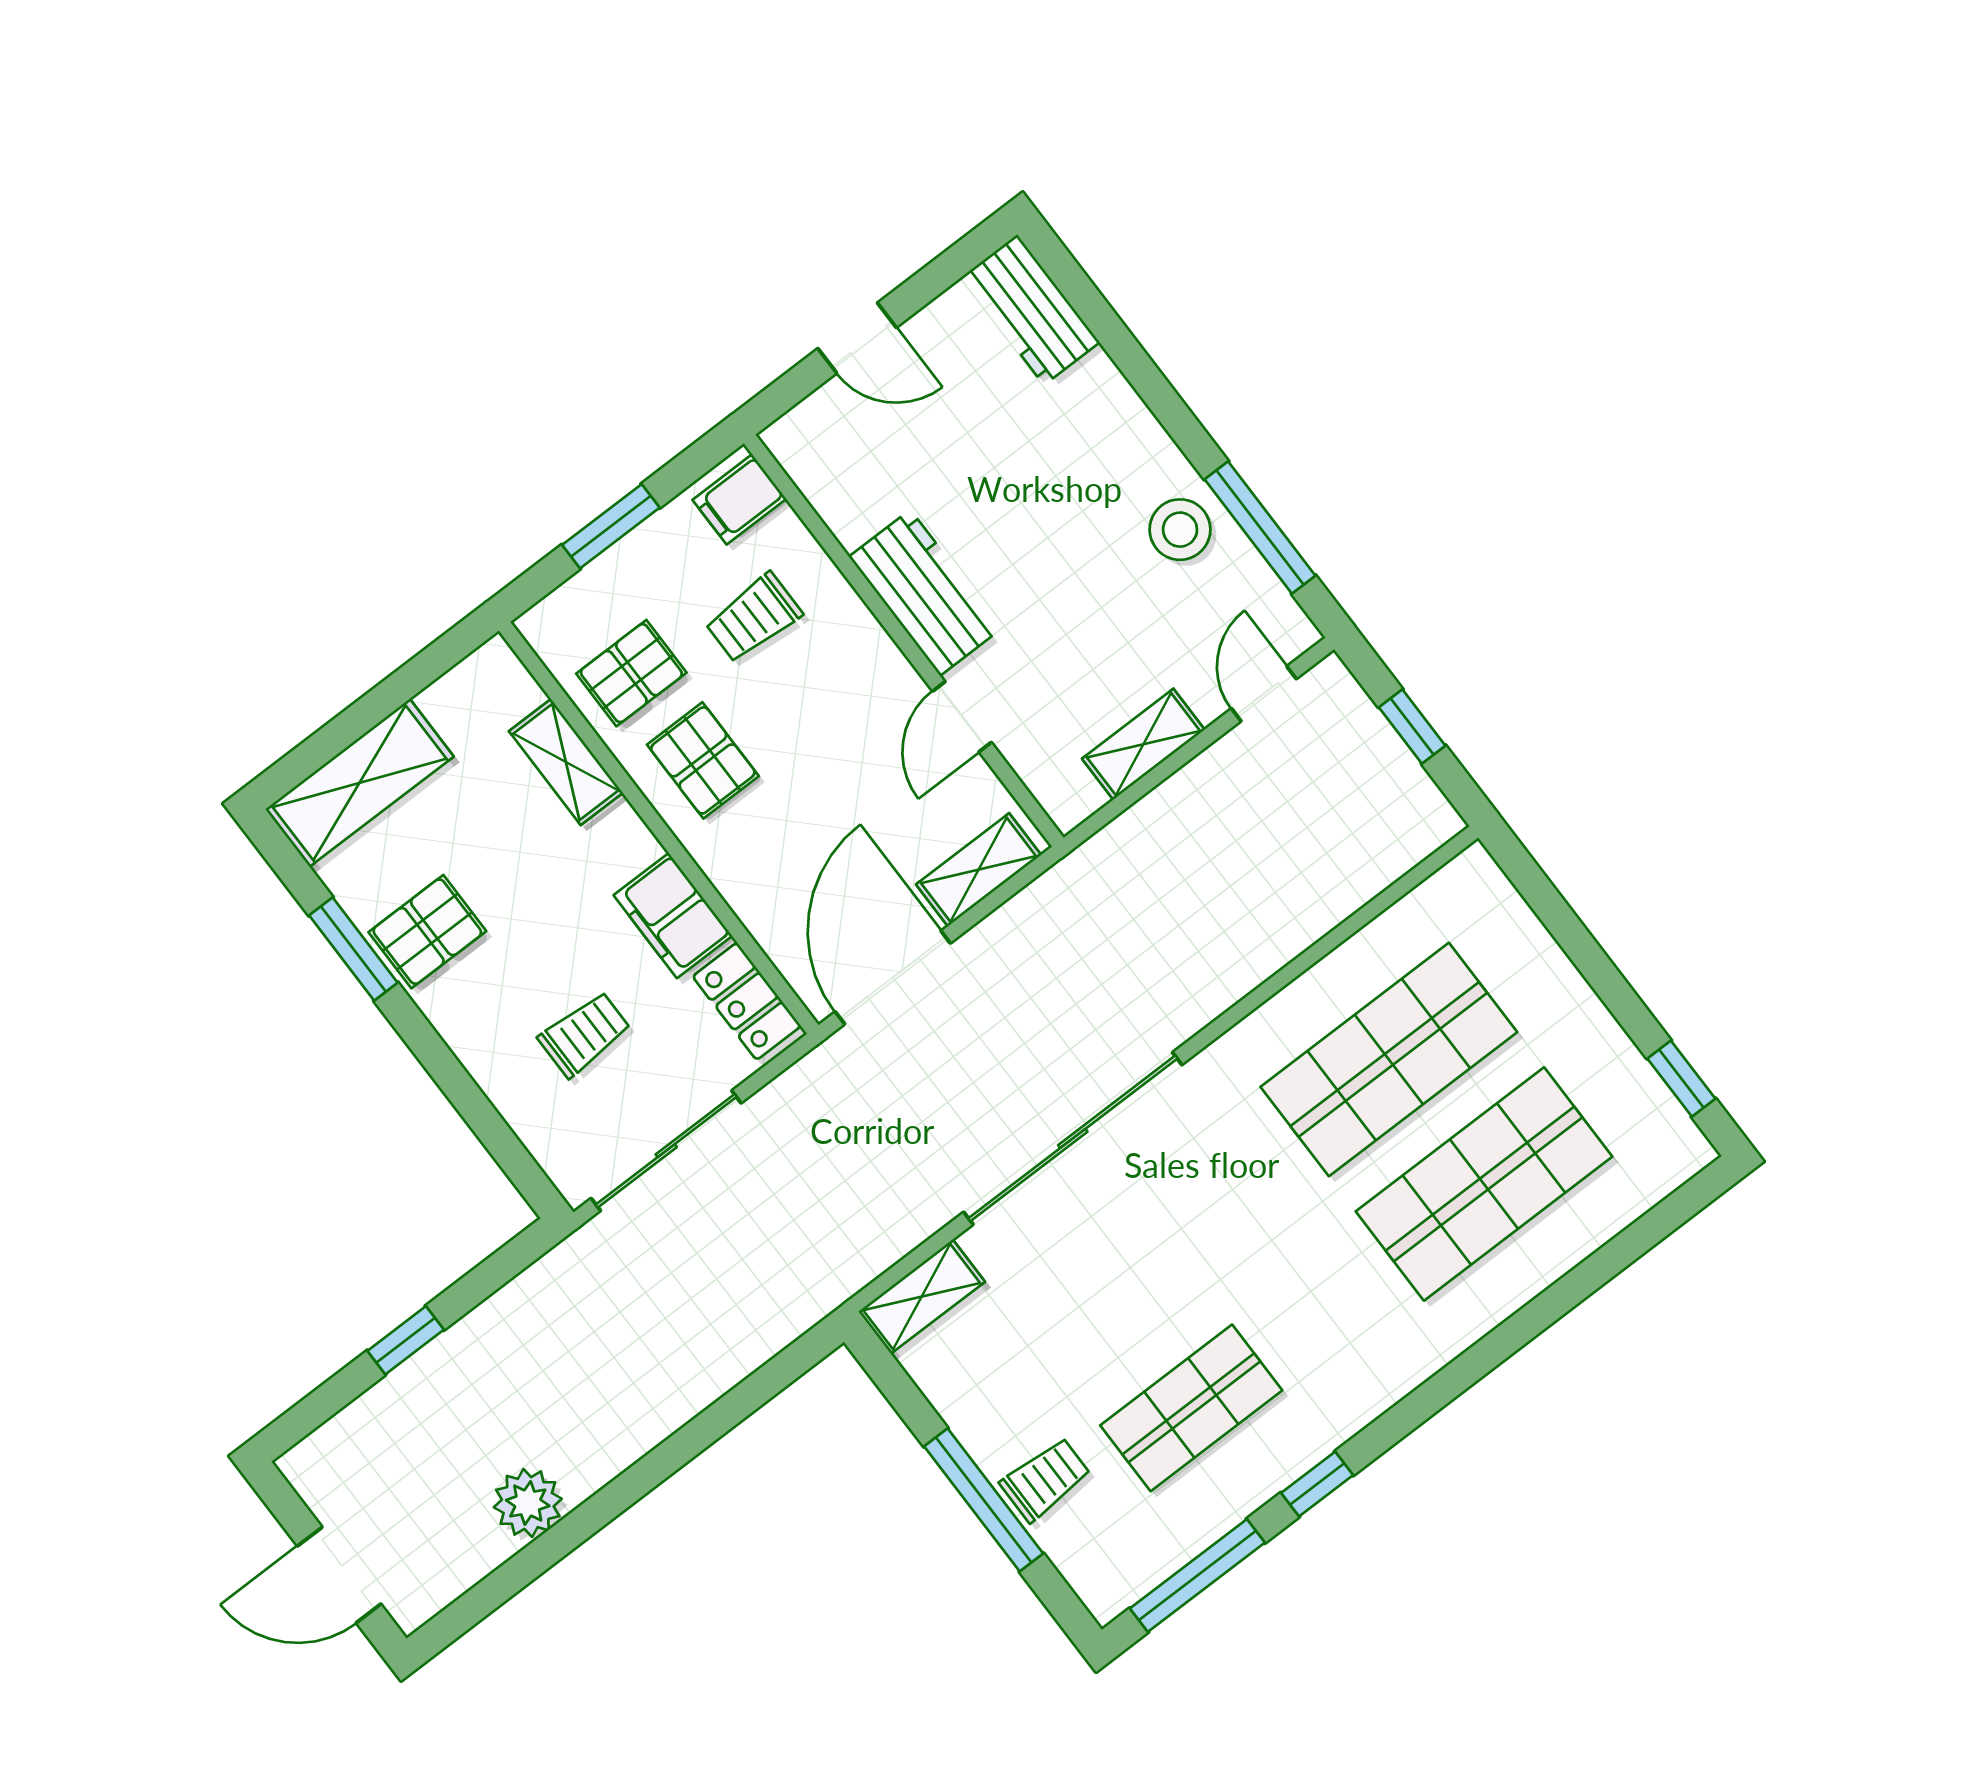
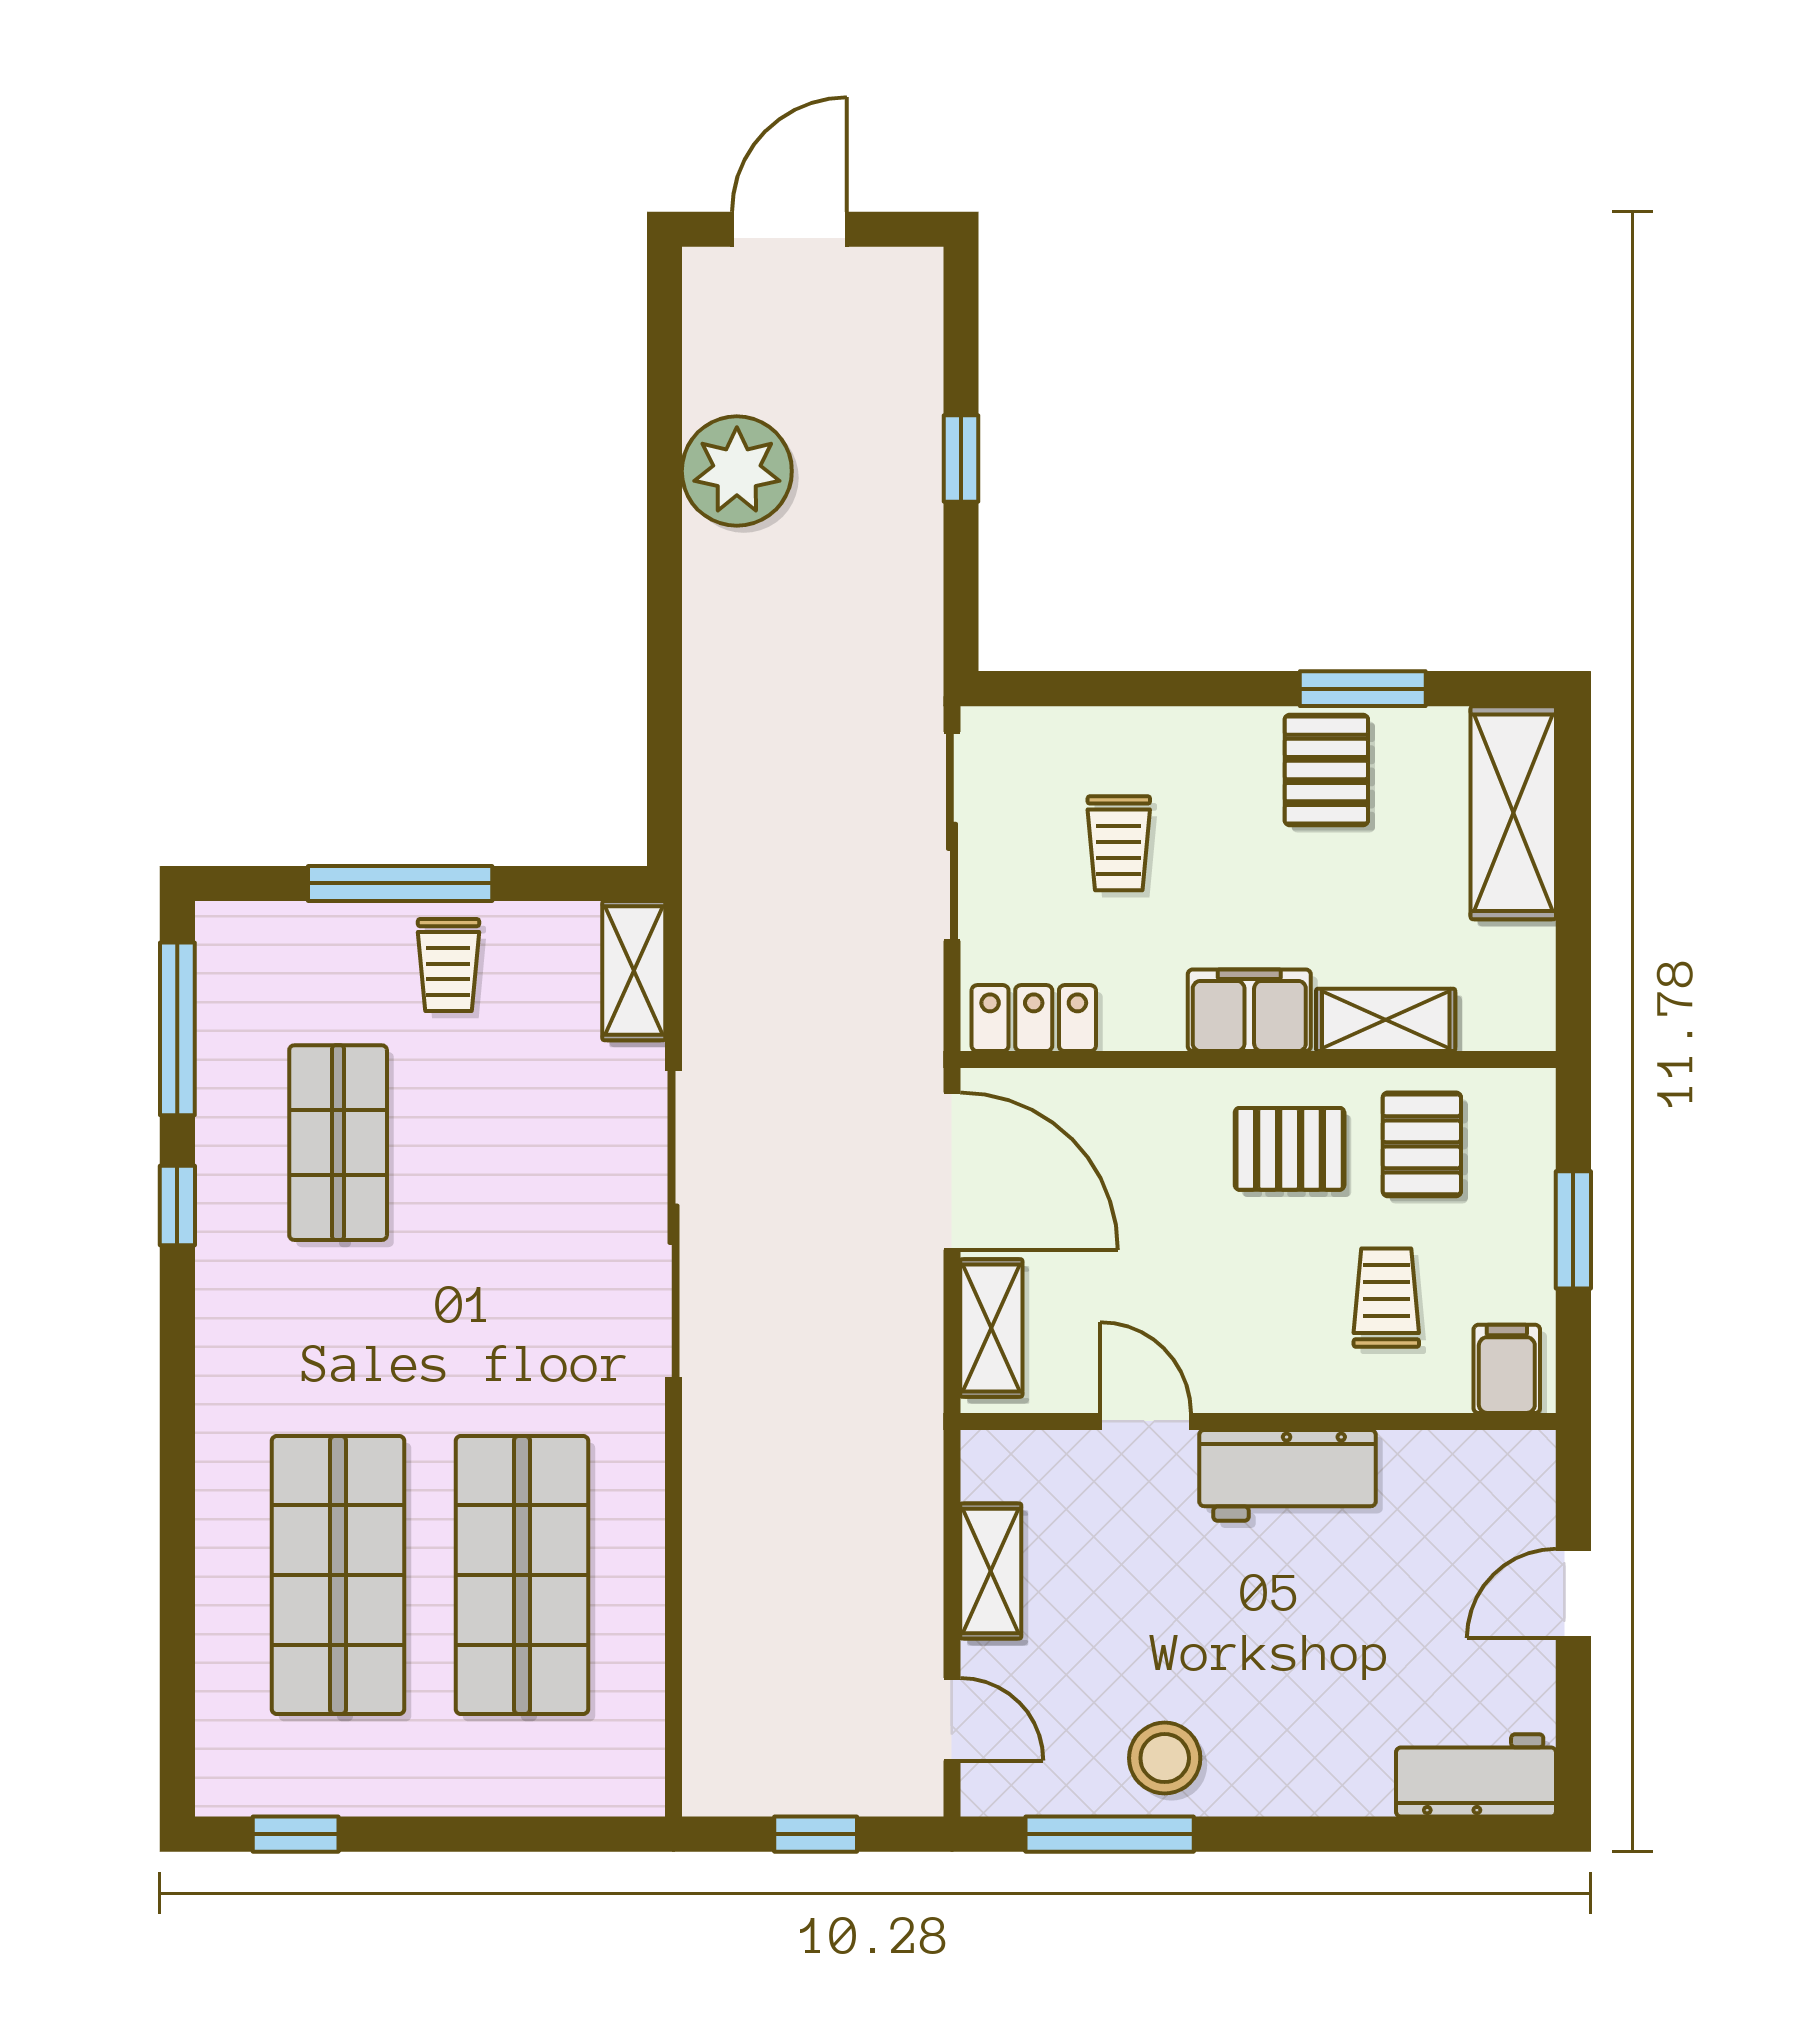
filing cabinet: (673, 916) -> (1249, 1010), moved
trolley: (1045, 1479) -> (448, 965), moved
plant: (528, 1503) -> (737, 471), width x1.36, depth x1.36

